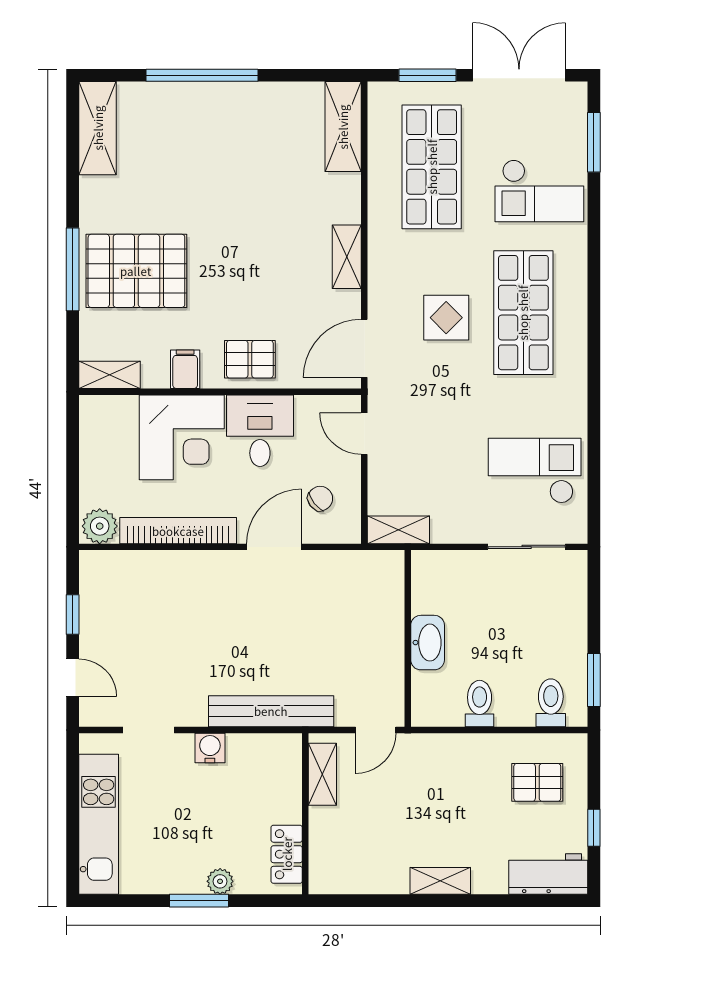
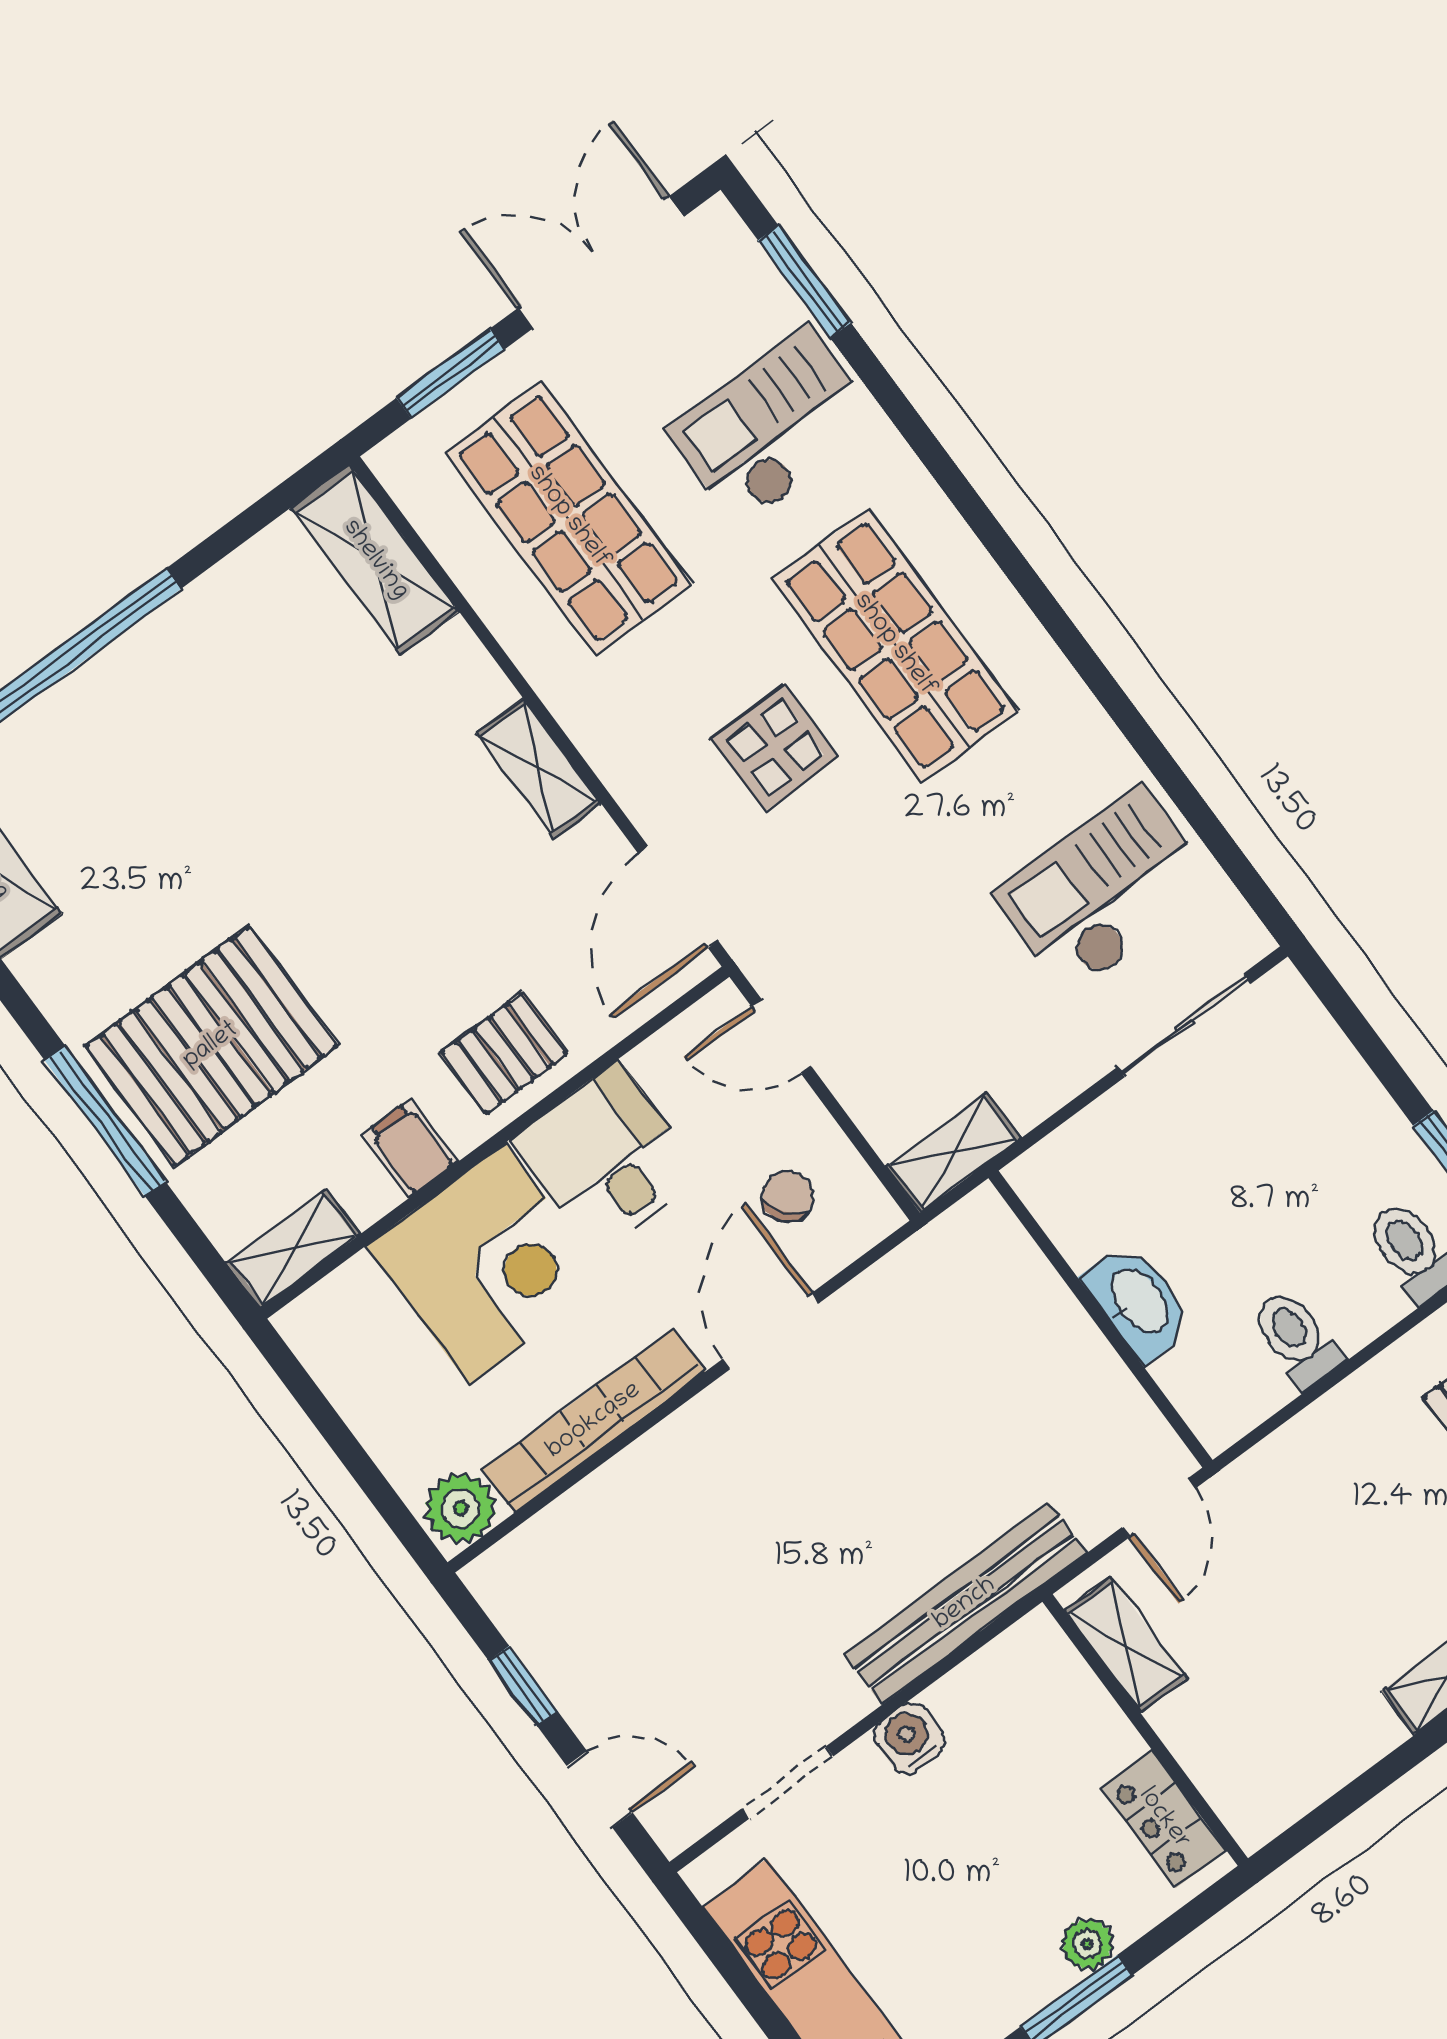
checkout: (539, 191) -> (774, 427), turned 180

